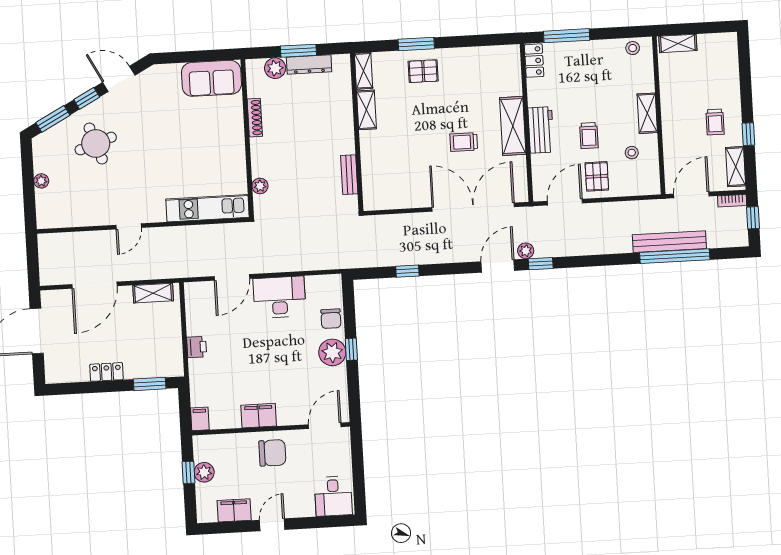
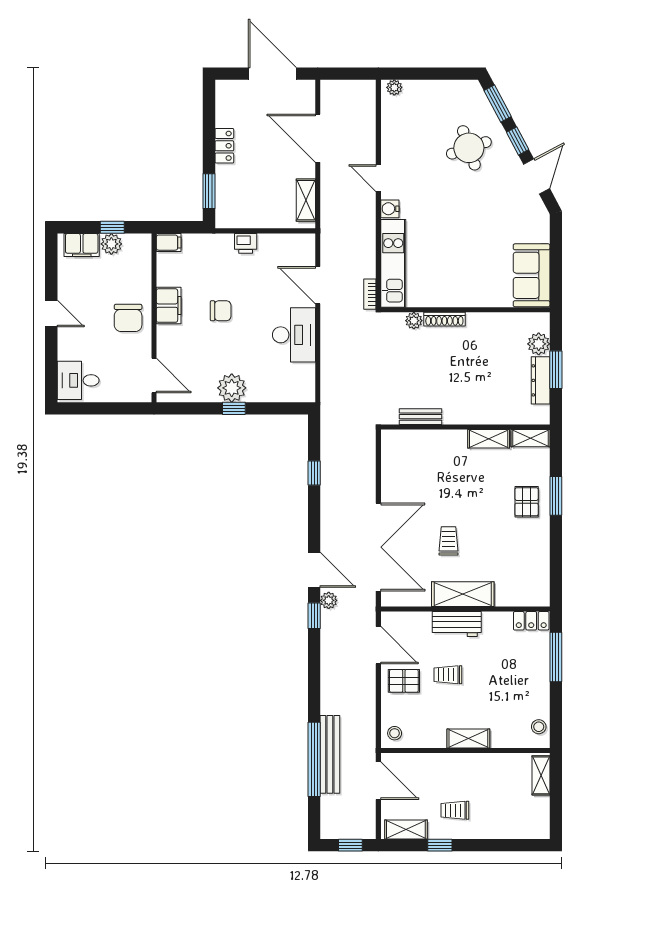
shoe rack: (255, 118) -> (444, 319), moved
stool: (632, 153) -> (395, 733), moved
plant: (41, 181) -> (394, 87), moved
bookcase: (732, 201) -> (370, 294), moved
water cooler: (157, 214) -> (390, 209), added
chair: (331, 319) -> (221, 311), moved, turned 180
filing cabinet: (234, 510) -> (82, 245), moved, turned 90

